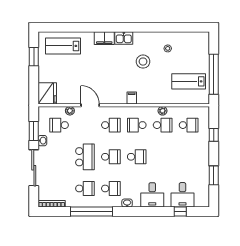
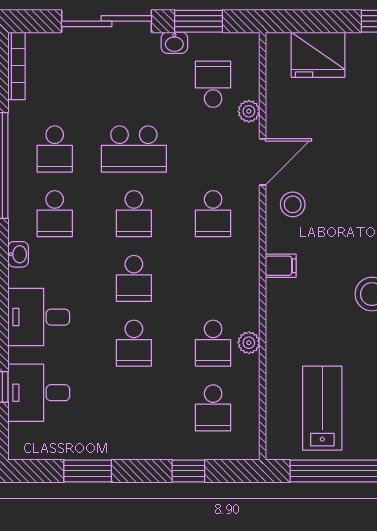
fridge: (47, 93) -> (318, 55), moved
stool: (107, 93) -> (293, 204), added
school desk: (137, 125) -> (134, 343), moved, turned 180

